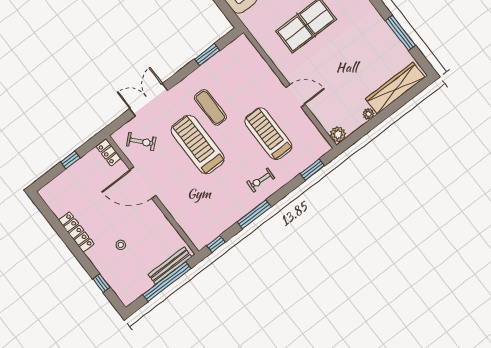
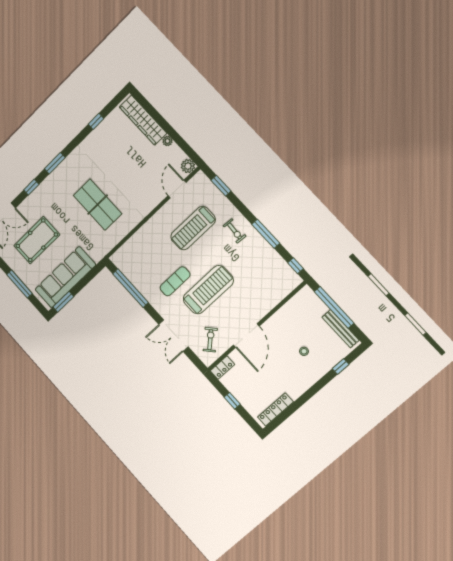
window: (400, 33) -> (96, 121), width x0.46
window: (207, 55) -> (130, 288), width x2.11
door: (295, 96) -> (177, 189), moved
treadmill: (198, 144) -> (208, 290), turned 180
locker: (76, 232) -> (275, 410), moved
bench: (170, 266) -> (341, 329), moved

